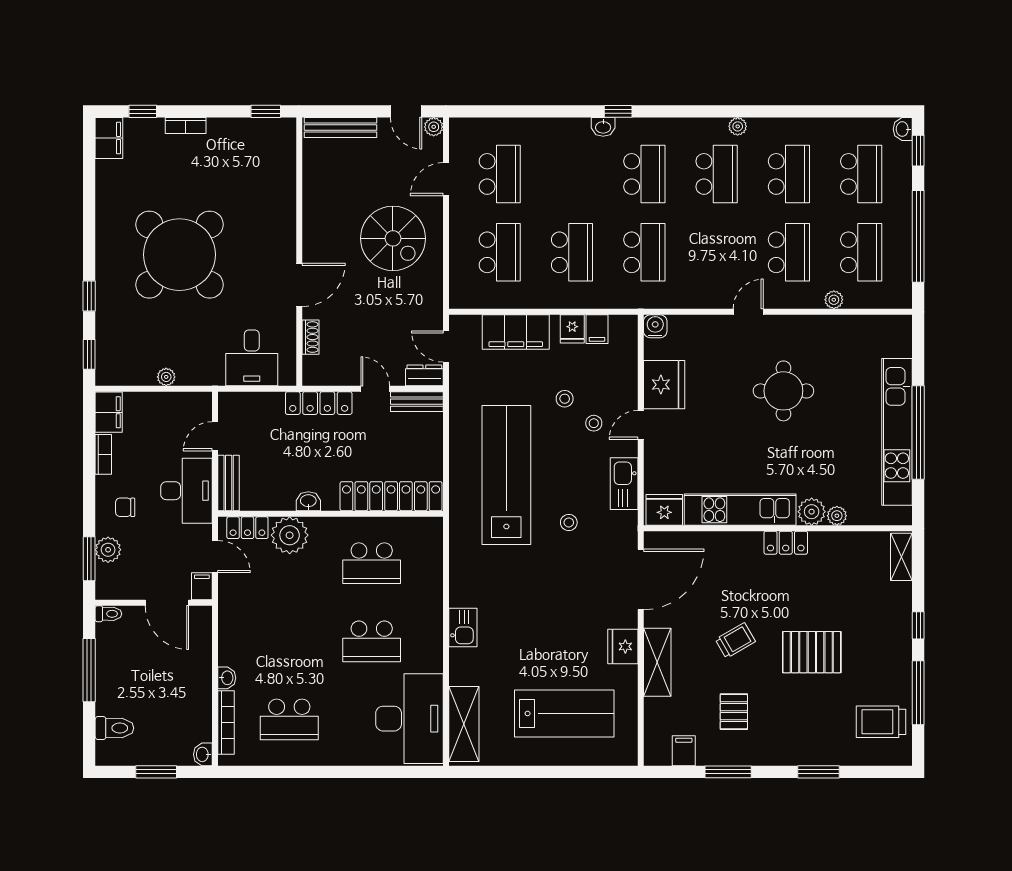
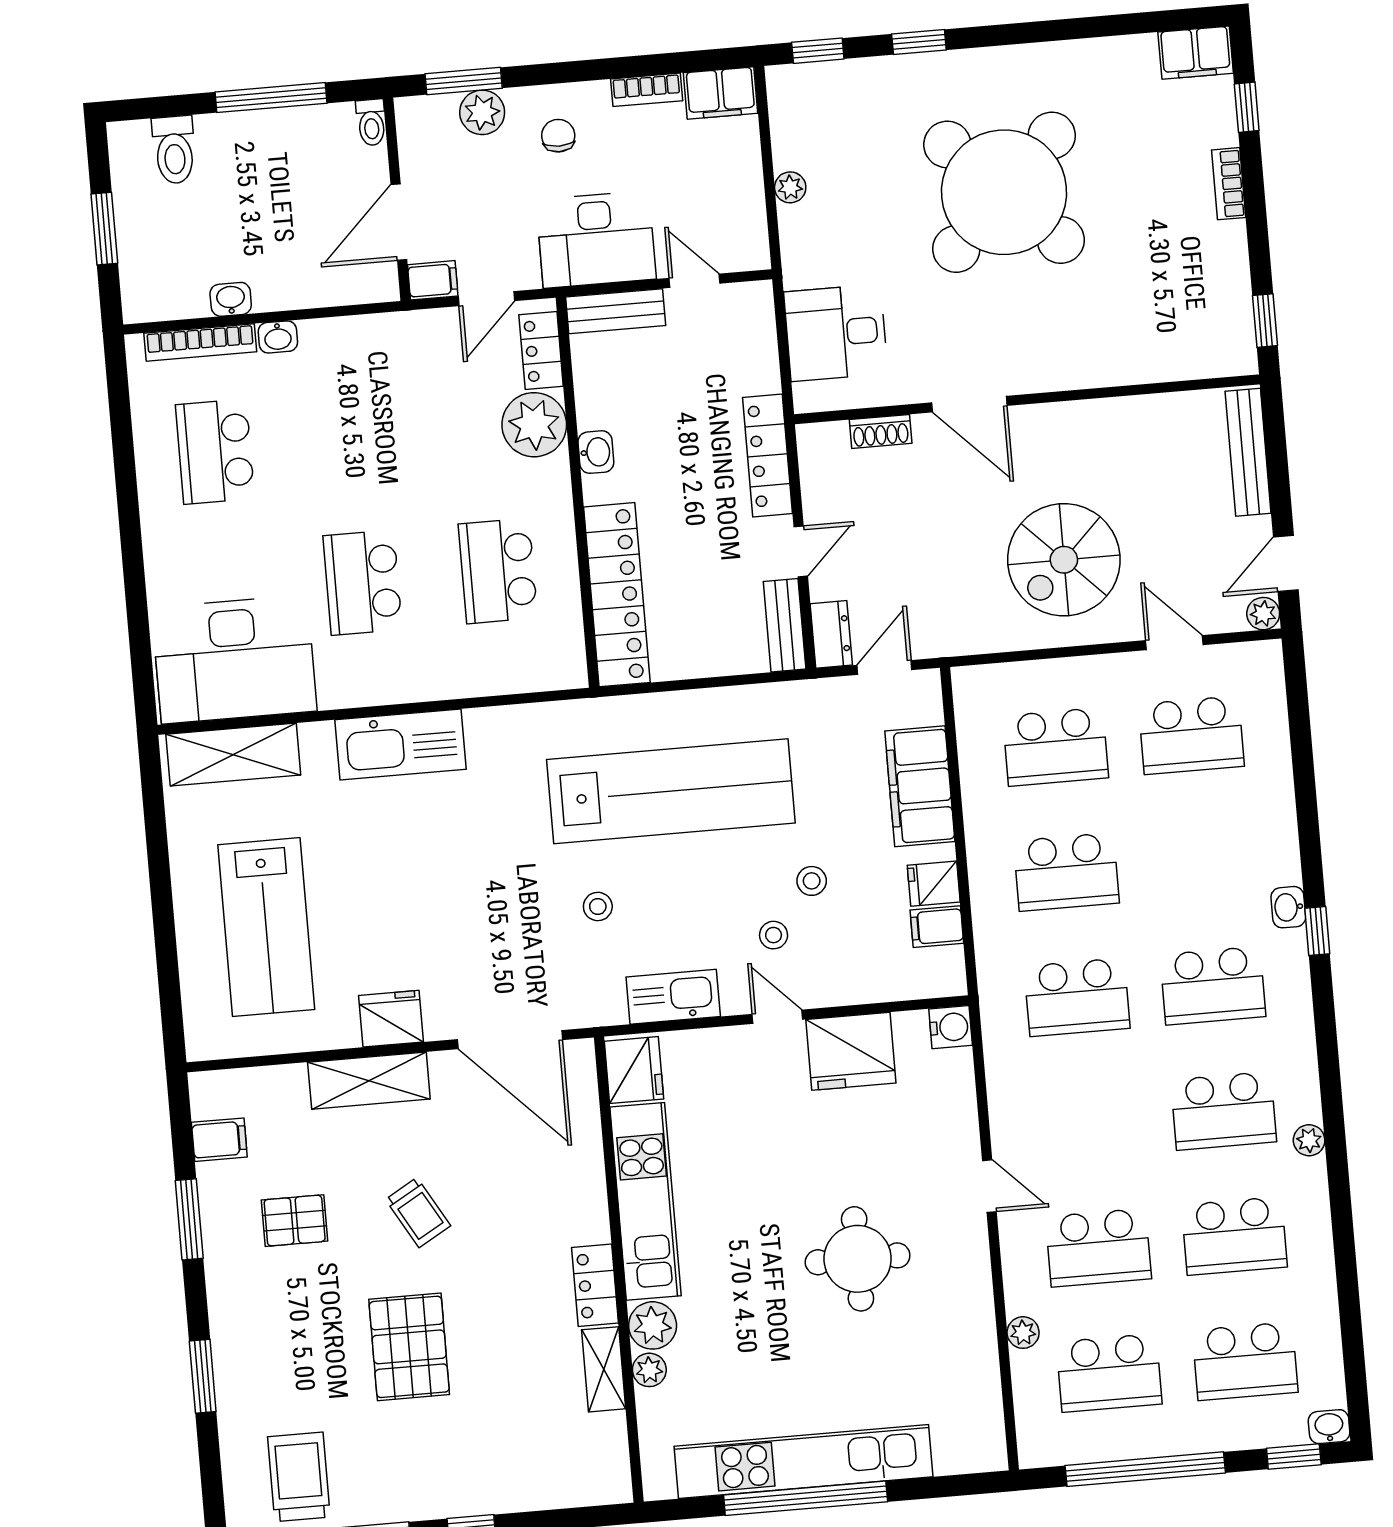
shelving: (901, 557) -> (604, 1369), moved, turned 90
kitchen sink: (463, 628) -> (401, 744), width x1.88, depth x1.24
washbasin: (203, 754) -> (231, 299), moved

